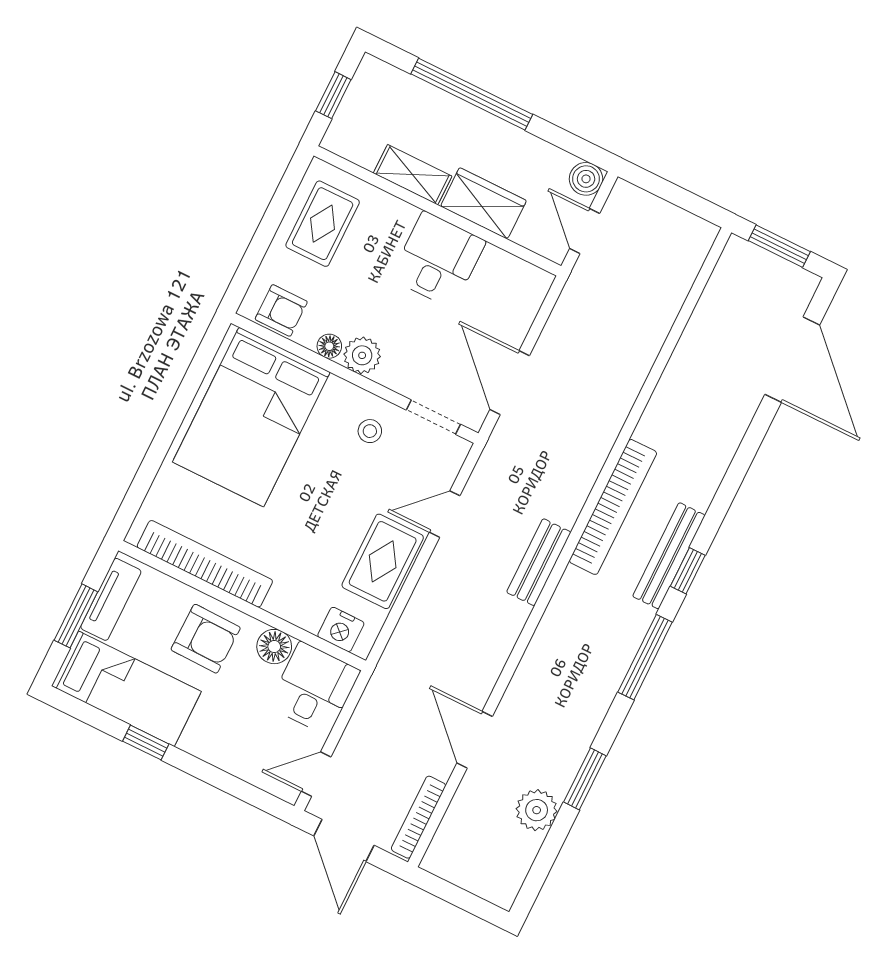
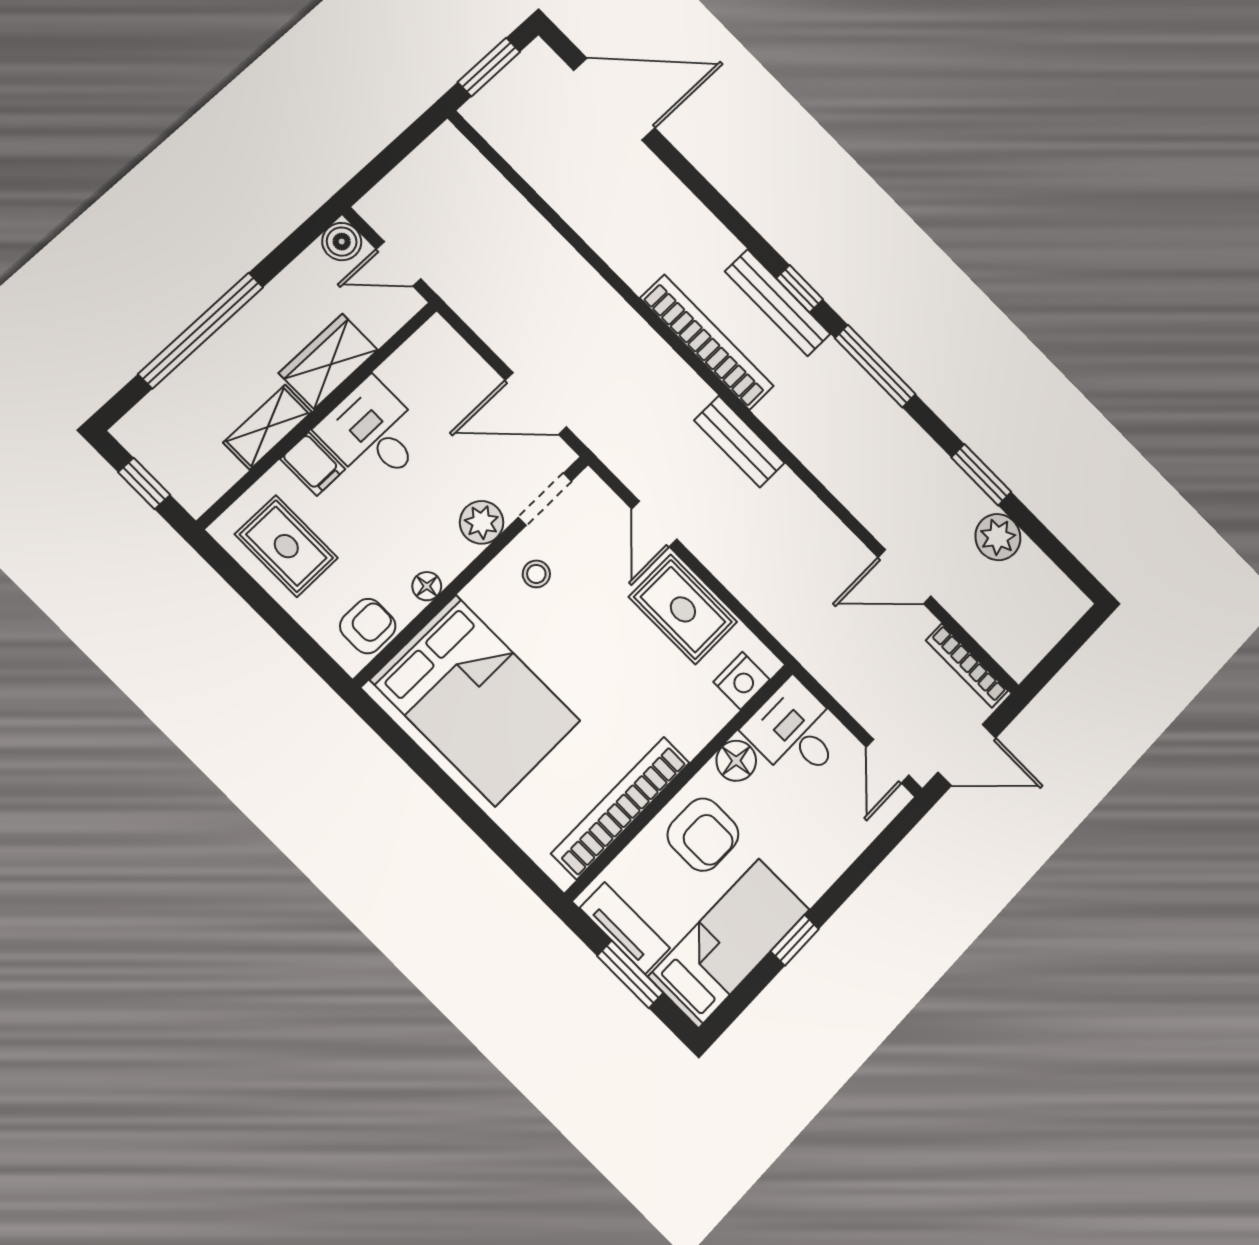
filing cabinet: (396, 221) -> (313, 464), added
plant: (362, 355) -> (482, 522), moved
armchair: (206, 639) -> (703, 835), turned 89

